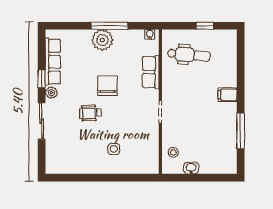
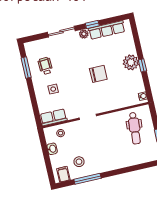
window: (110, 26) -> (142, 65), width x0.46
row of seats: (151, 72) -> (53, 117), moved
filing cabinet: (228, 95) -> (63, 174), moved
wheelchair: (91, 113) -> (45, 66), moved
stool: (216, 137) -> (79, 162), added
window: (78, 178) -> (26, 68), added

